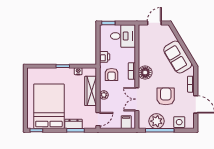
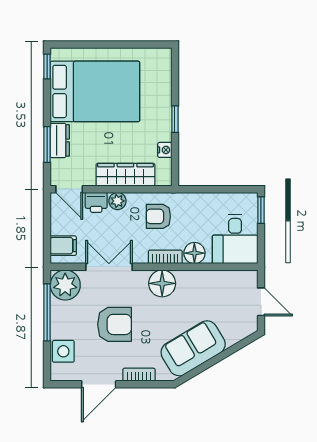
floor lamp: (130, 56) -> (194, 253), added
printer: (105, 57) -> (96, 202), moved
plant: (157, 121) -> (65, 285), moved

